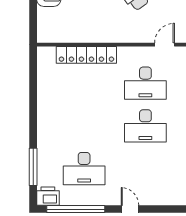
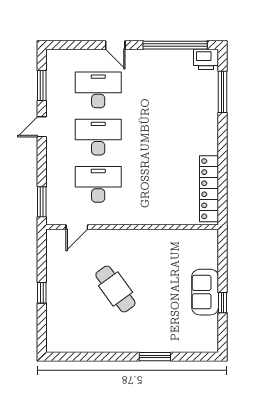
locker: (86, 55) -> (209, 189), moved, turned -90
desk: (84, 169) -> (98, 90), moved

